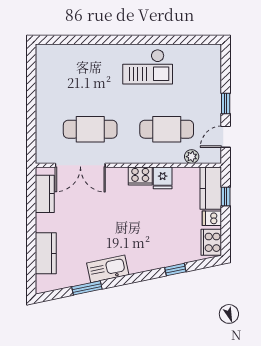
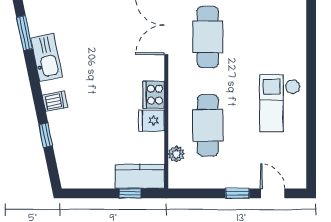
door: (226, 137) -> (273, 193), moved
dishwasher: (212, 218) -> (55, 101), moved, turned 78
cooker: (211, 242) -> (77, 177), removed

